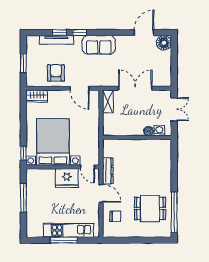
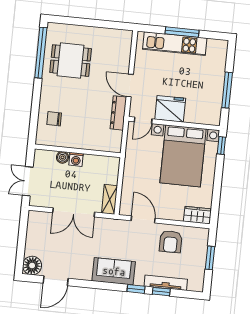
washing machine: (159, 131) -> (76, 159), moved
door: (88, 167) -> (143, 120), swing flipped
chair: (115, 216) -> (54, 119), moved

